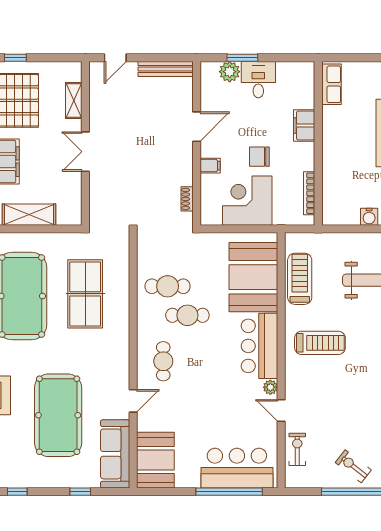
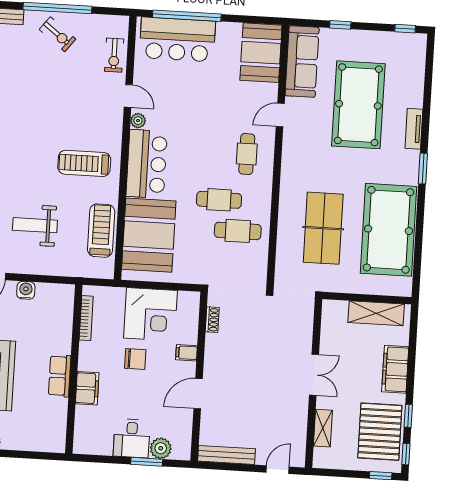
row of seats: (331, 84) -> (60, 376), moved
treadmill: (300, 279) -> (101, 231), turned 180

